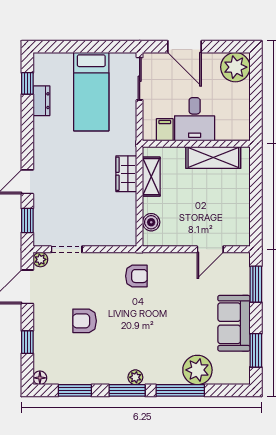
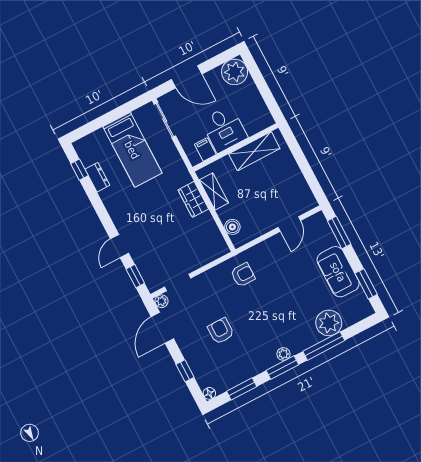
armchair: (85, 321) -> (221, 331), turned 90

